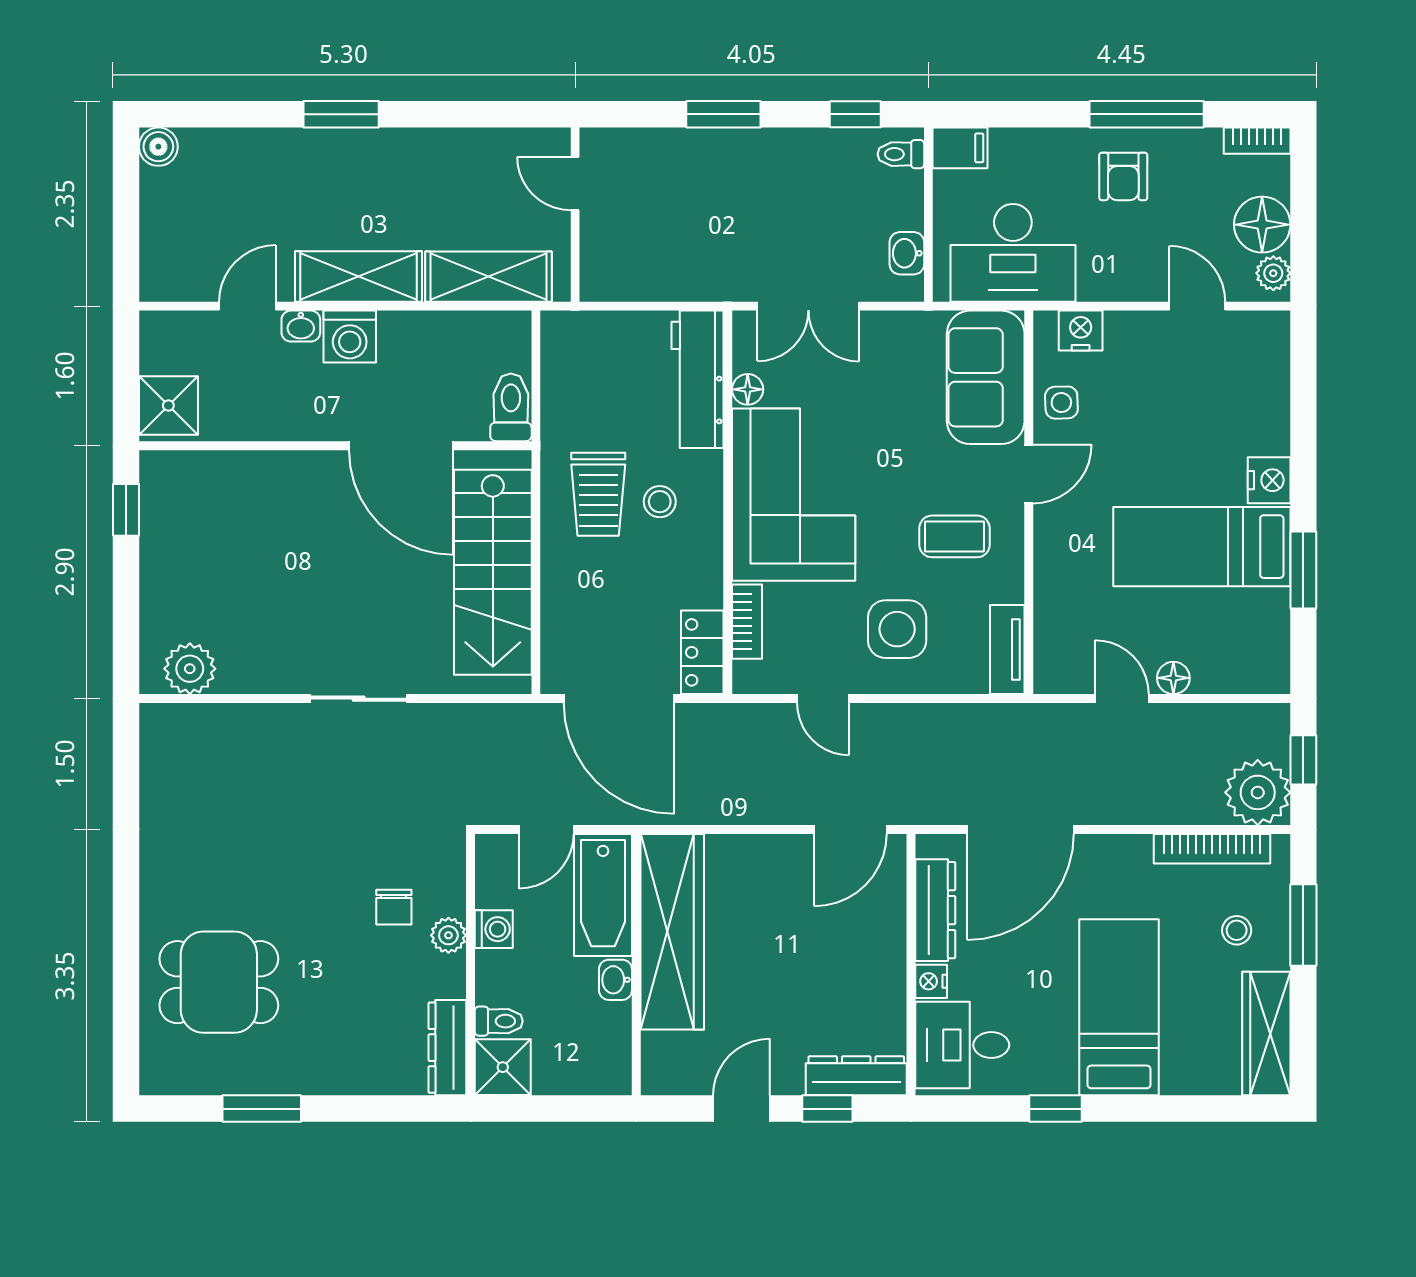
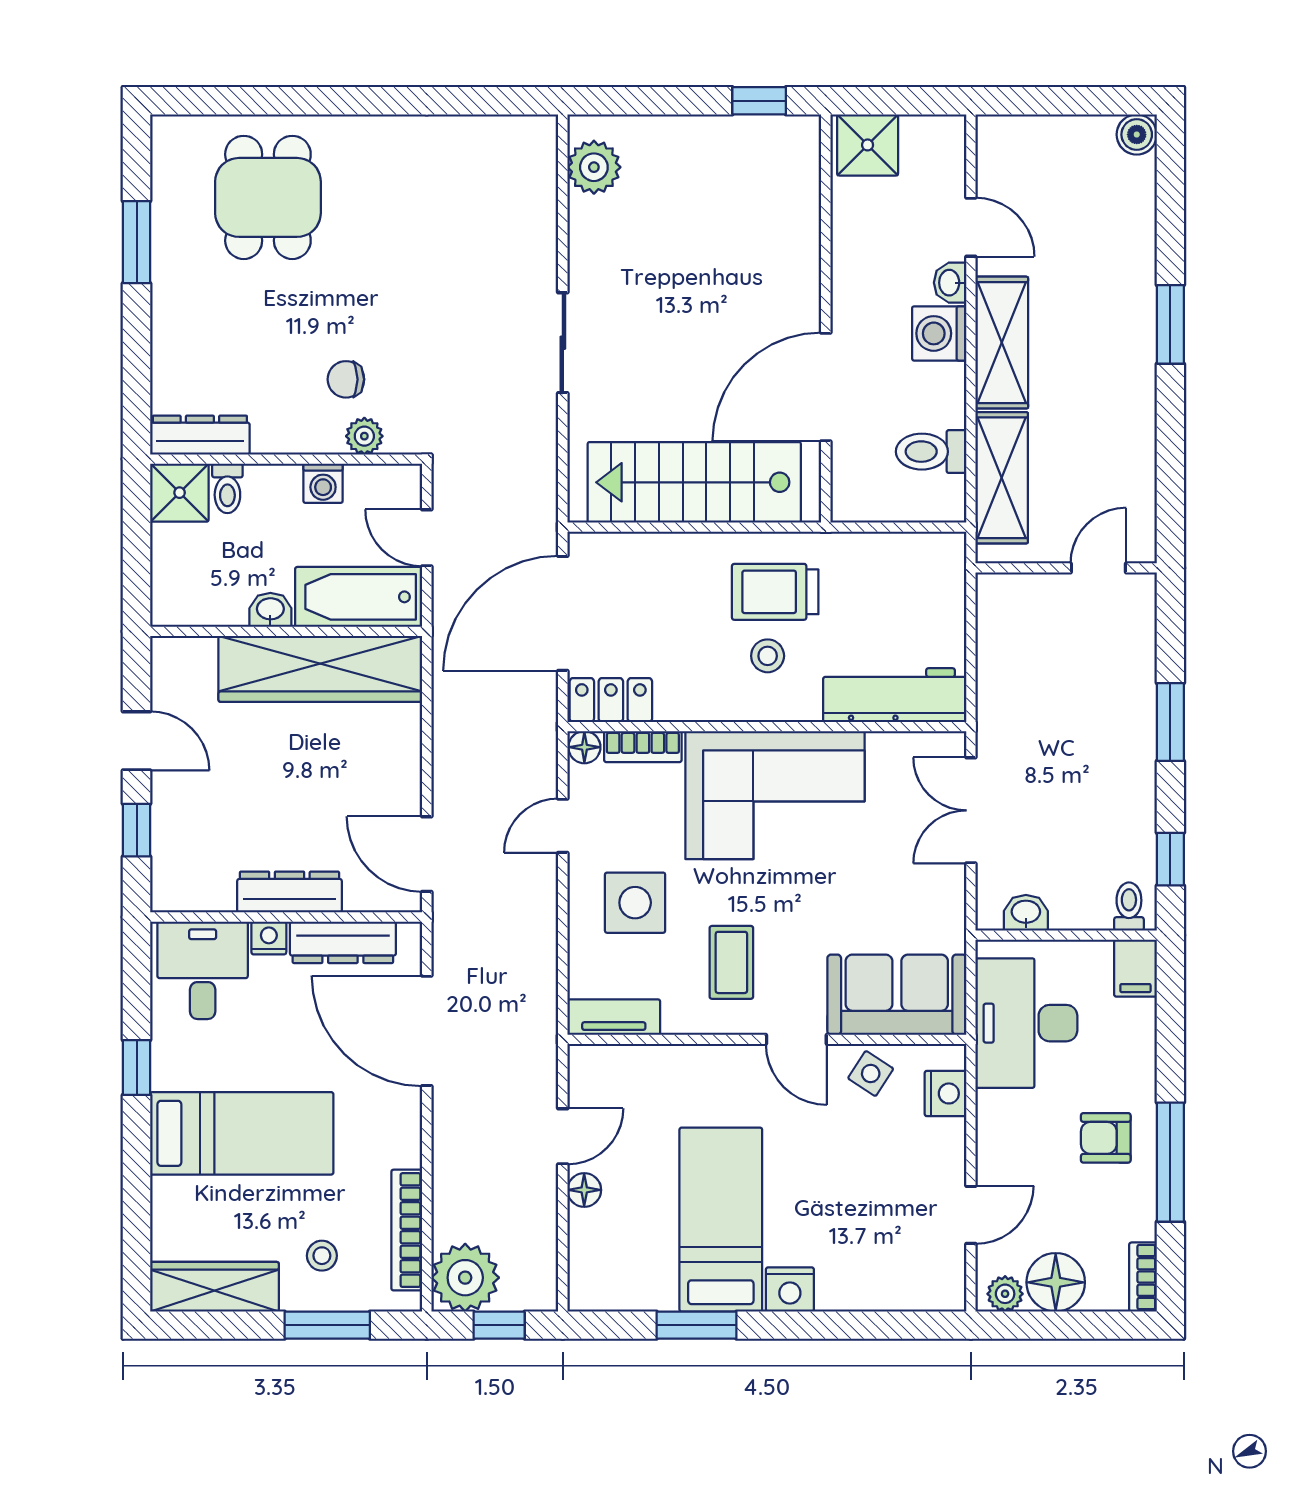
floor lamp: (748, 389) -> (584, 747), moved
side table: (1061, 403) -> (871, 1073), turned 35
toilet: (511, 407) -> (931, 452), moved, turned 180
plant: (448, 935) -> (364, 436), moved
dresser: (856, 1076) -> (289, 892), moved, turned -90

